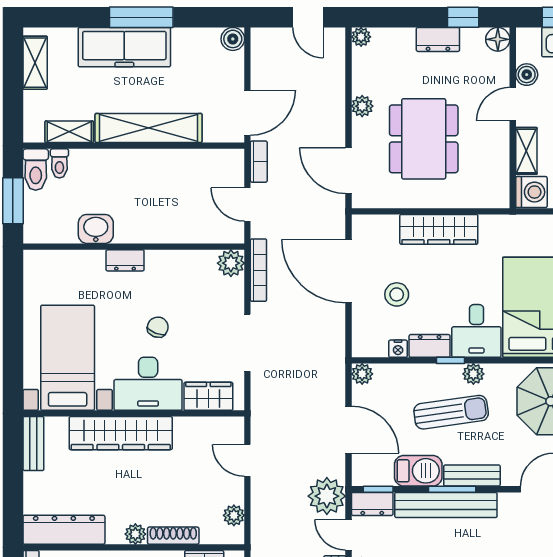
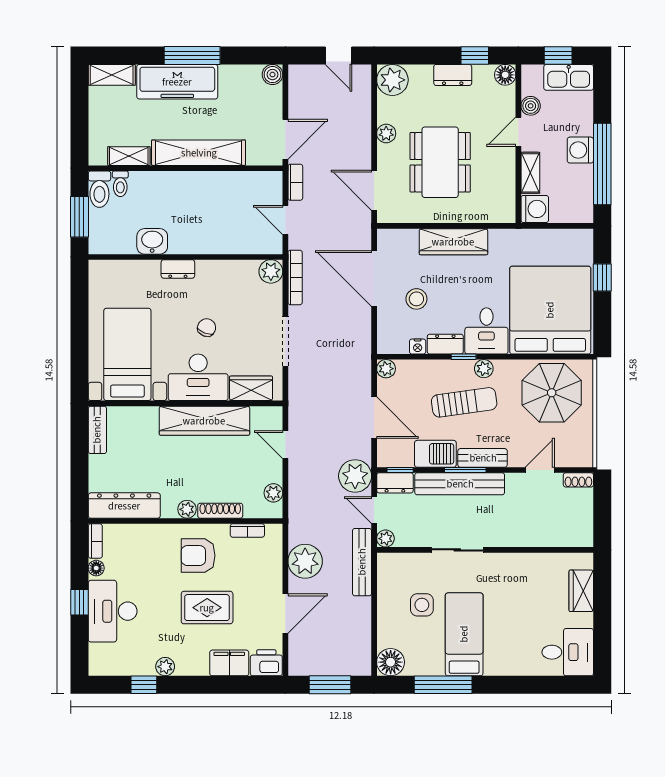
plant: (361, 37) -> (392, 80), width x1.88, depth x1.88
shelving: (35, 63) -> (112, 75), moved, turned 90
wardrobe: (121, 433) -> (204, 421), moved

